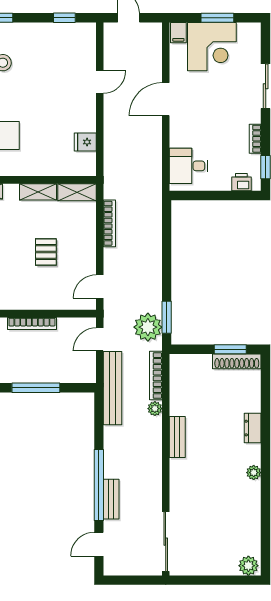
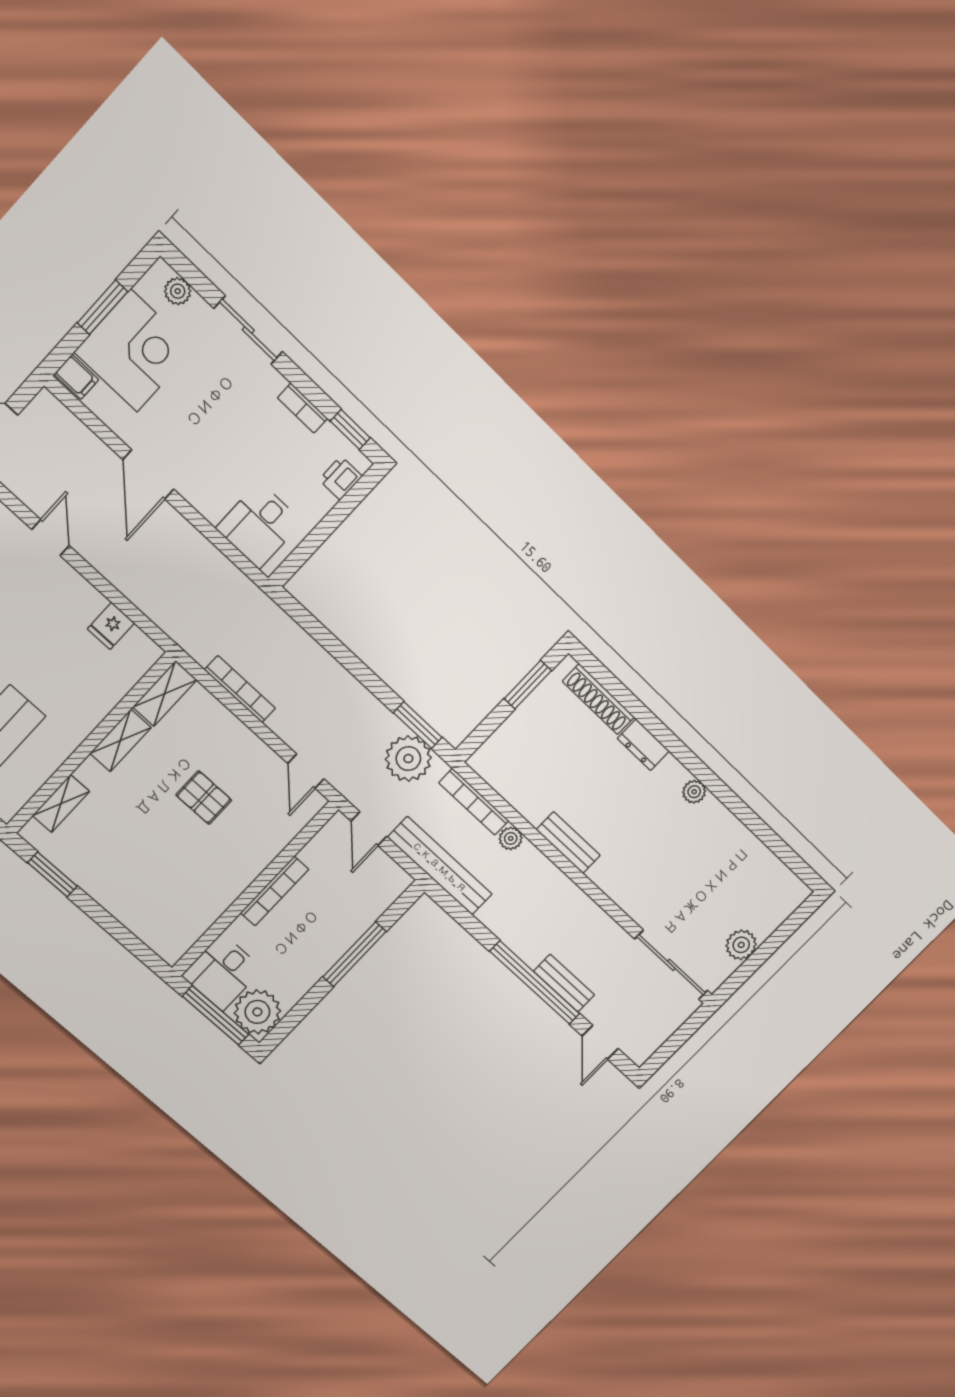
plant: (253, 43) -> (178, 291), added
shoe rack: (237, 361) -> (598, 699), moved, turned 90
plant: (248, 566) -> (741, 945), moved

